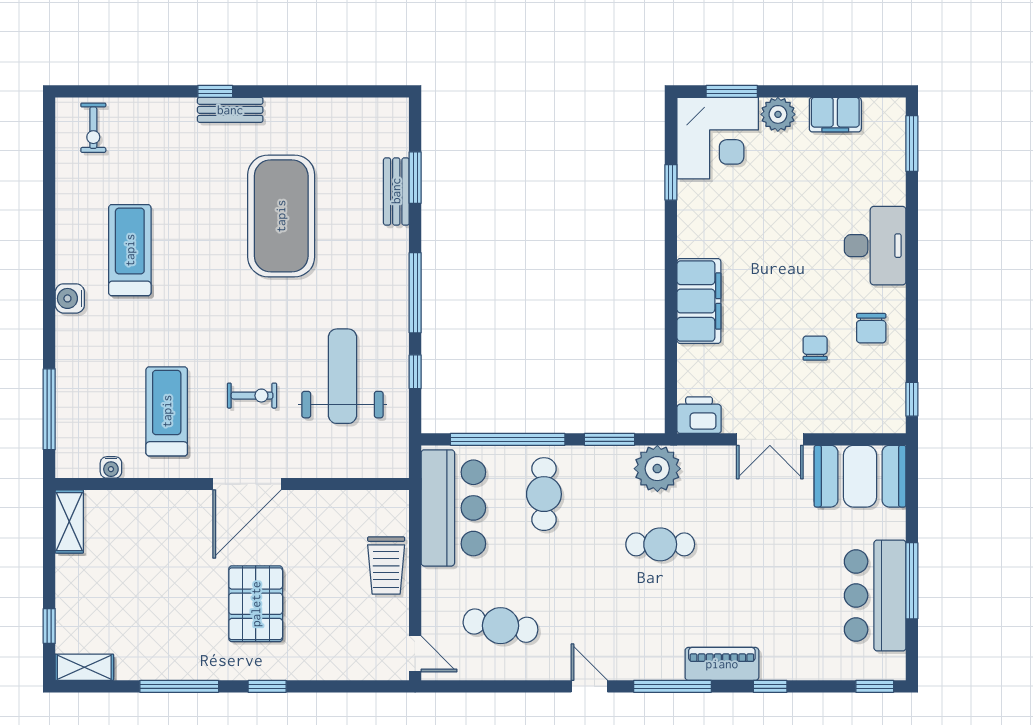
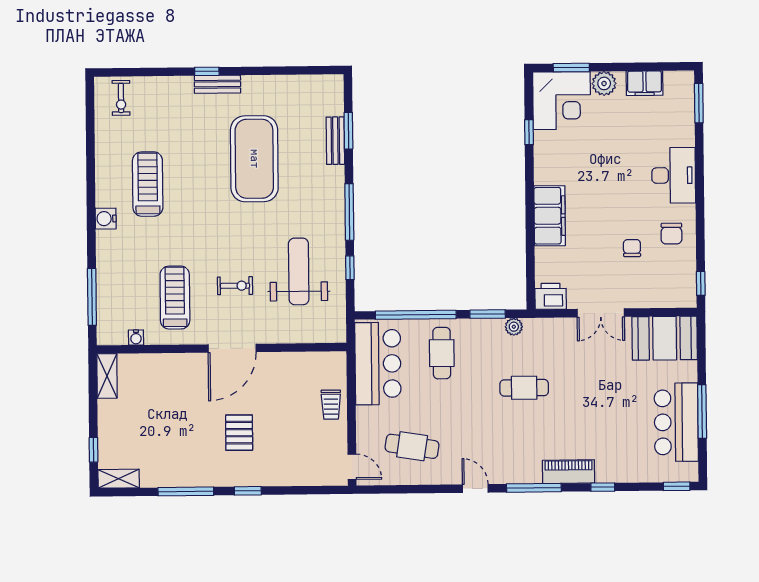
plant: (657, 469) -> (514, 327), width x0.53, depth x0.53
trolley: (386, 565) -> (331, 405), width x0.73, depth x0.72
pallet: (256, 604) -> (239, 433), width x0.67, depth x0.71

